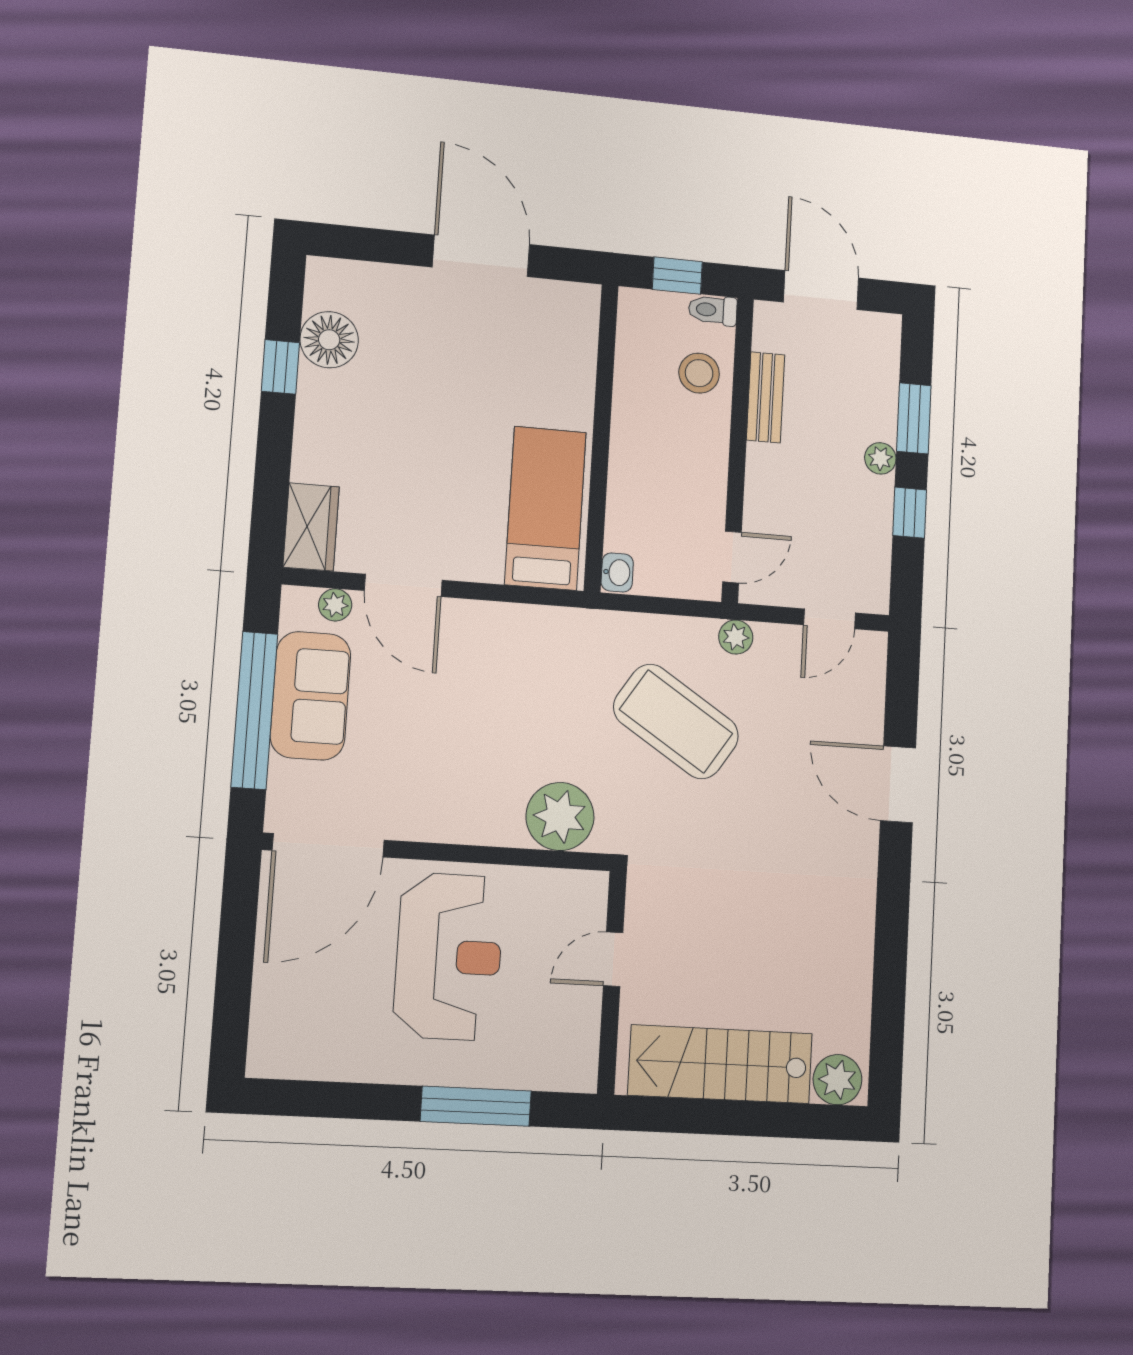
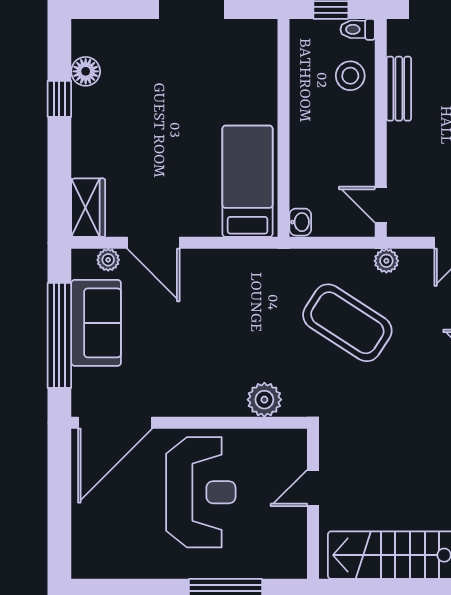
floor lamp: (329, 340) -> (86, 71), width x0.73, depth x0.73
door: (732, 557) -> (381, 205), swing flipped
plant: (560, 817) -> (264, 400), width x0.73, depth x0.73

